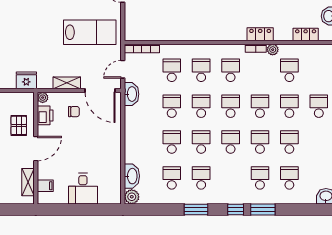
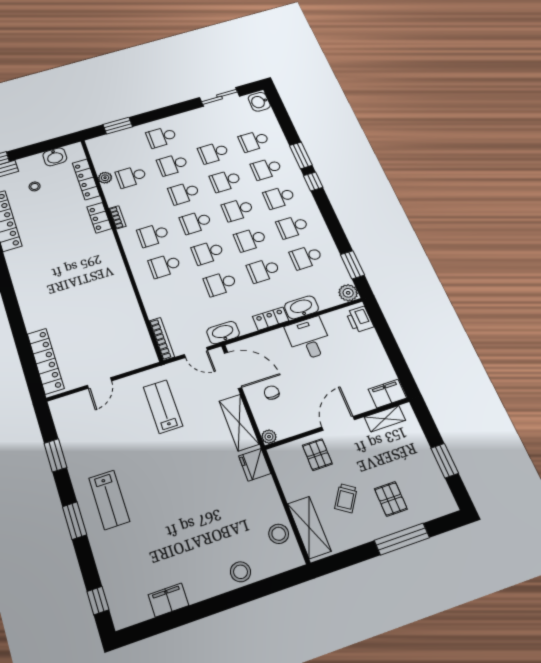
lab bench: (90, 32) -> (163, 406), width x0.73, depth x0.72
locker: (306, 34) -> (86, 179), width x1.53
plant: (273, 50) -> (105, 178), moved
school desk: (172, 70) -> (279, 197), moved
shelving: (67, 83) -> (239, 422), width x1.50, depth x1.33
door: (100, 91) -> (233, 370), hinge flipped
printer: (45, 115) -> (360, 319), moved, turned -90
pallet: (19, 125) -> (317, 455), turned 90
locker: (131, 132) -> (271, 319), added
door: (36, 149) -> (338, 423), hinge flipped
washbasin: (132, 176) -> (301, 307), moved
filing cabinet: (45, 186) -> (387, 394), width x2.00
desk: (83, 189) -> (309, 339), moved, turned -90
window: (196, 209) -> (352, 265), moved

